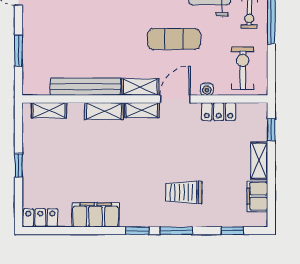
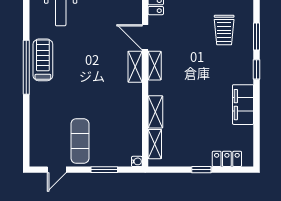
exercise mat: (174, 39) -> (80, 141), moved
bench: (85, 87) -> (135, 113), removed
water cooler: (207, 89) -> (137, 161), moved
shelving: (104, 111) -> (155, 112), moved
locker: (40, 218) -> (227, 159), moved, turned 90

